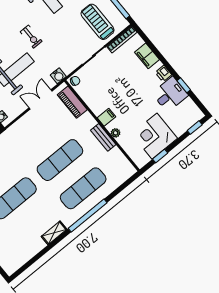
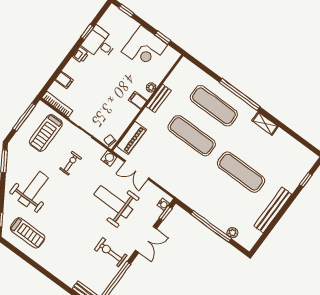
exercise bike: (31, 37) -> (70, 163), moved
filing cabinet: (147, 56) -> (64, 80), width x0.50

